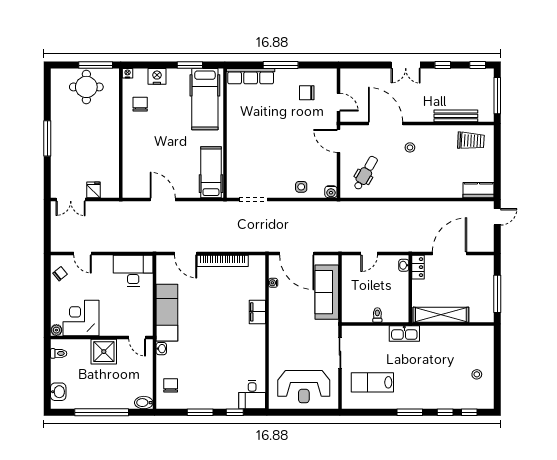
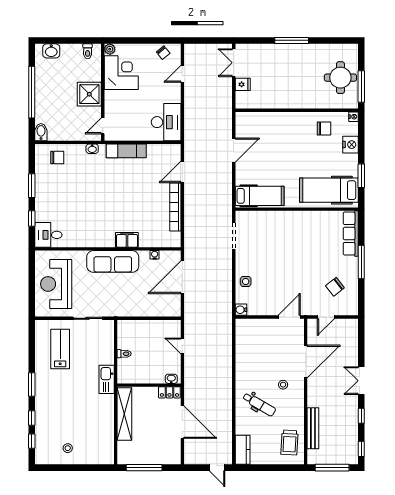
chair: (307, 93) -> (335, 287), turned -128
dental chair: (366, 173) -> (259, 404), moved
sofa: (327, 292) -> (113, 261), moved, turned 180
exam couch: (167, 313) -> (126, 151), width x0.73, depth x0.69

